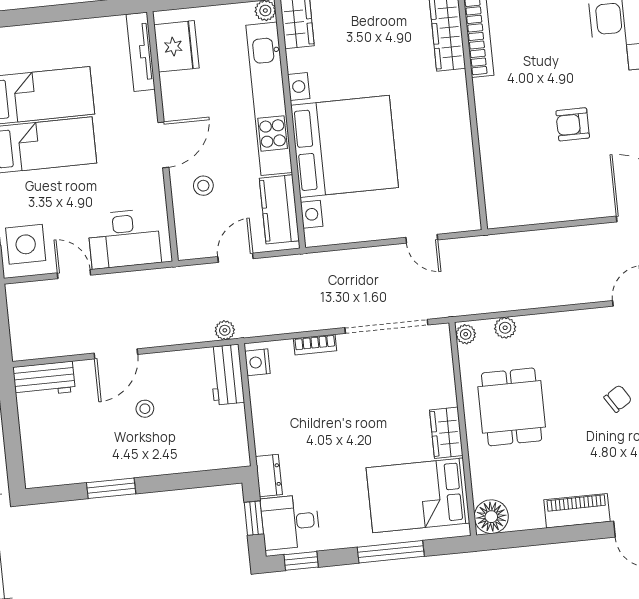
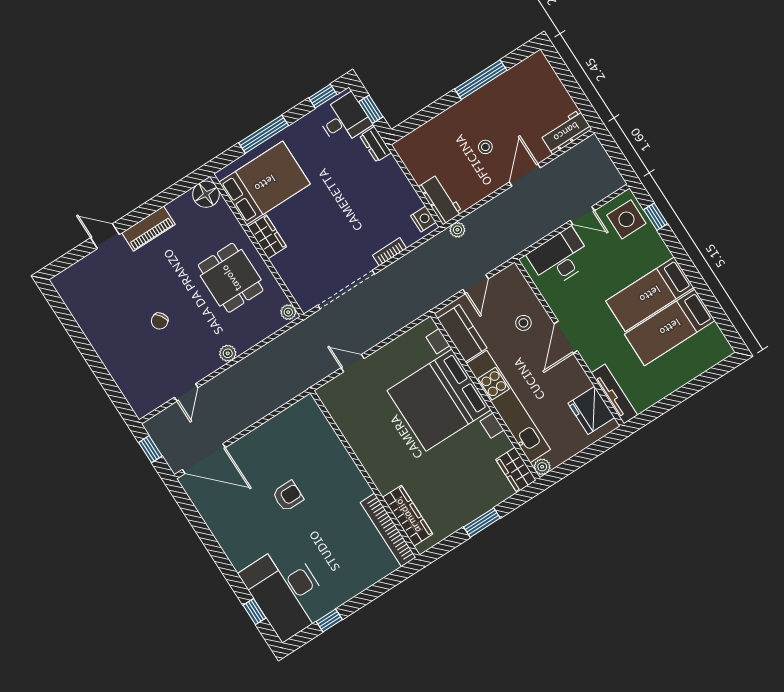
plant: (505, 328) -> (228, 353), moved
window: (111, 488) -> (481, 80), width x1.44

